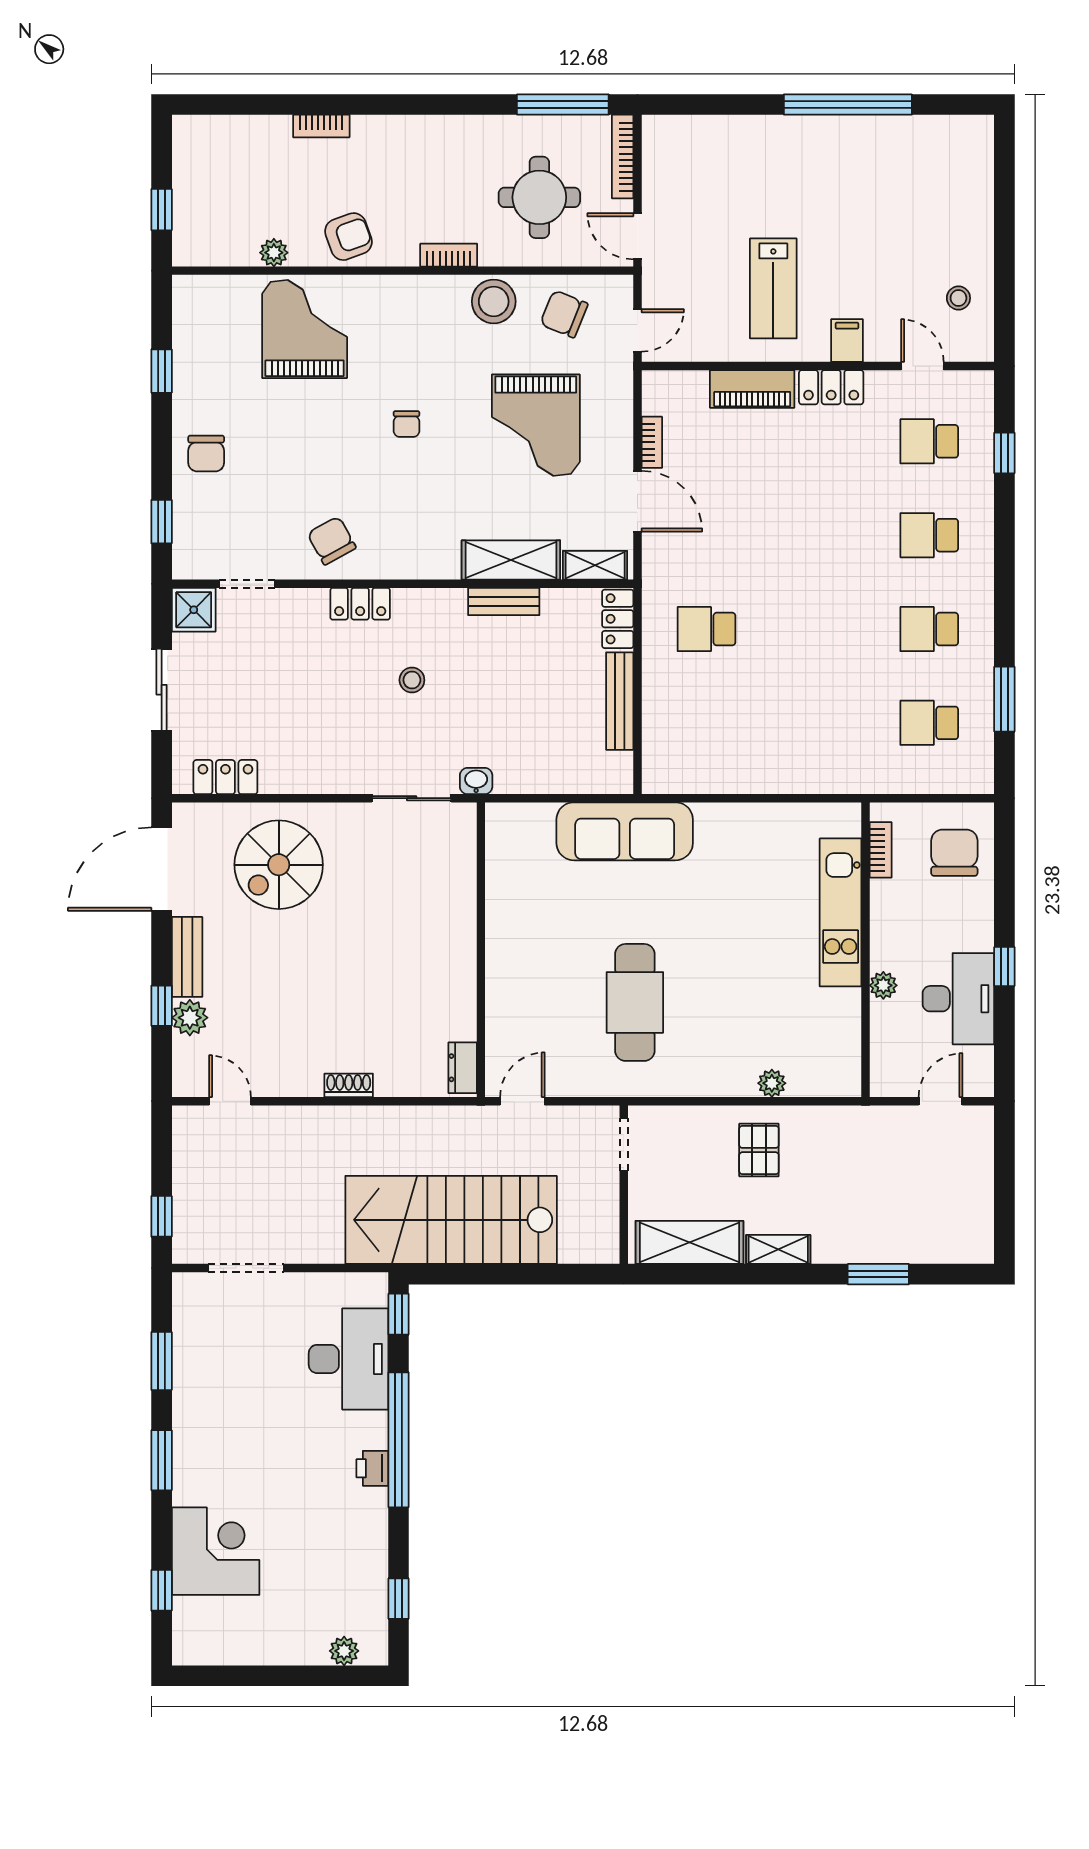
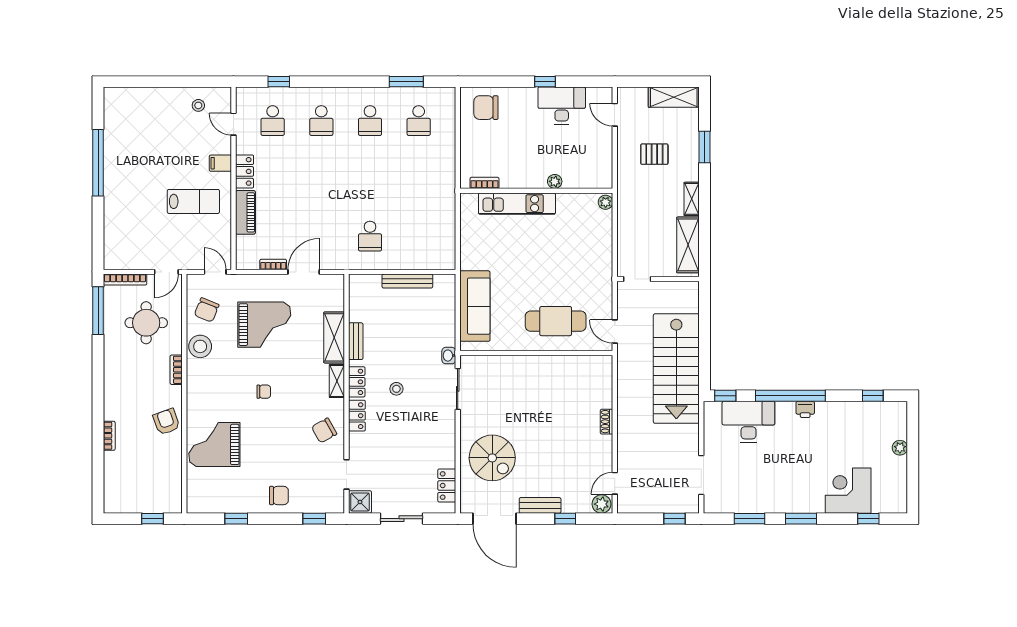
plant: (274, 253) -> (175, 460), removed
door: (922, 366) -> (234, 124), hinge flipped
shelving: (595, 565) -> (337, 381), moved
locker: (618, 619) -> (357, 382), moved, turned -90
sofa: (625, 831) -> (475, 306), moved
bookcase: (881, 850) -> (484, 183), moved
kitchen unit: (841, 912) -> (517, 204), moved
wall: (866, 950) -> (536, 191), moved
plant: (883, 985) -> (555, 181), moved
cafe table: (635, 1002) -> (556, 321), moved
plant: (190, 1018) -> (601, 504), moved
dresser: (463, 1068) -> (597, 363), removed
pallet: (759, 1150) -> (654, 154), moved
shelving: (975, 1215) -> (674, 97), added
plant: (344, 1651) -> (900, 448), moved

